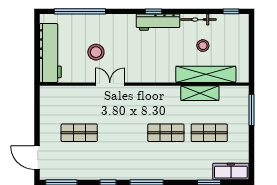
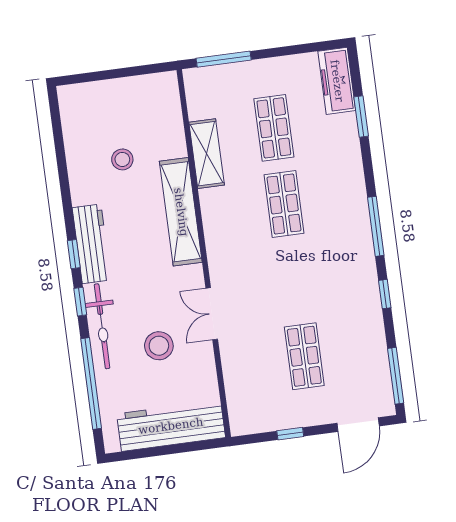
window: (231, 11) -> (80, 302), moved
bicycle: (198, 20) -> (102, 326), moved, width x1.37, depth x1.40
shelving: (206, 74) -> (181, 212), moved
window: (37, 119) -> (290, 434), added

